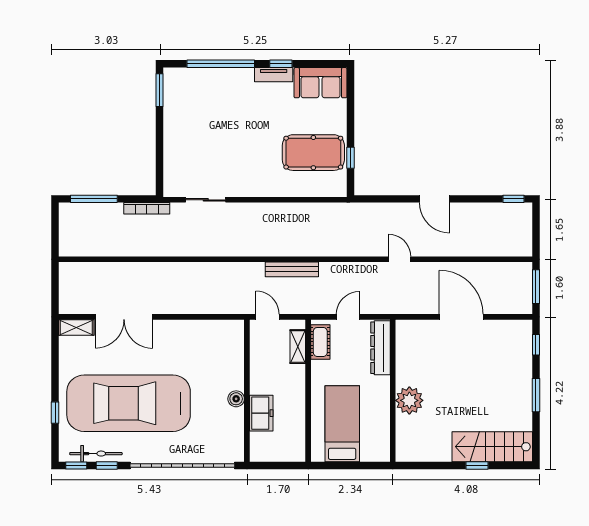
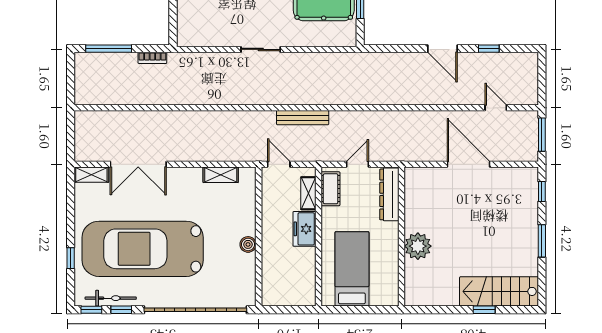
window: (513, 199) -> (489, 49), moved
sliding door: (206, 200) -> (261, 49), moved
bookcase: (147, 208) -> (152, 58), width x0.64
door: (400, 259) -> (496, 108), moved
shelving: (208, 328) -> (221, 175), added
freezer: (261, 413) -> (305, 229), moved, turned 180

